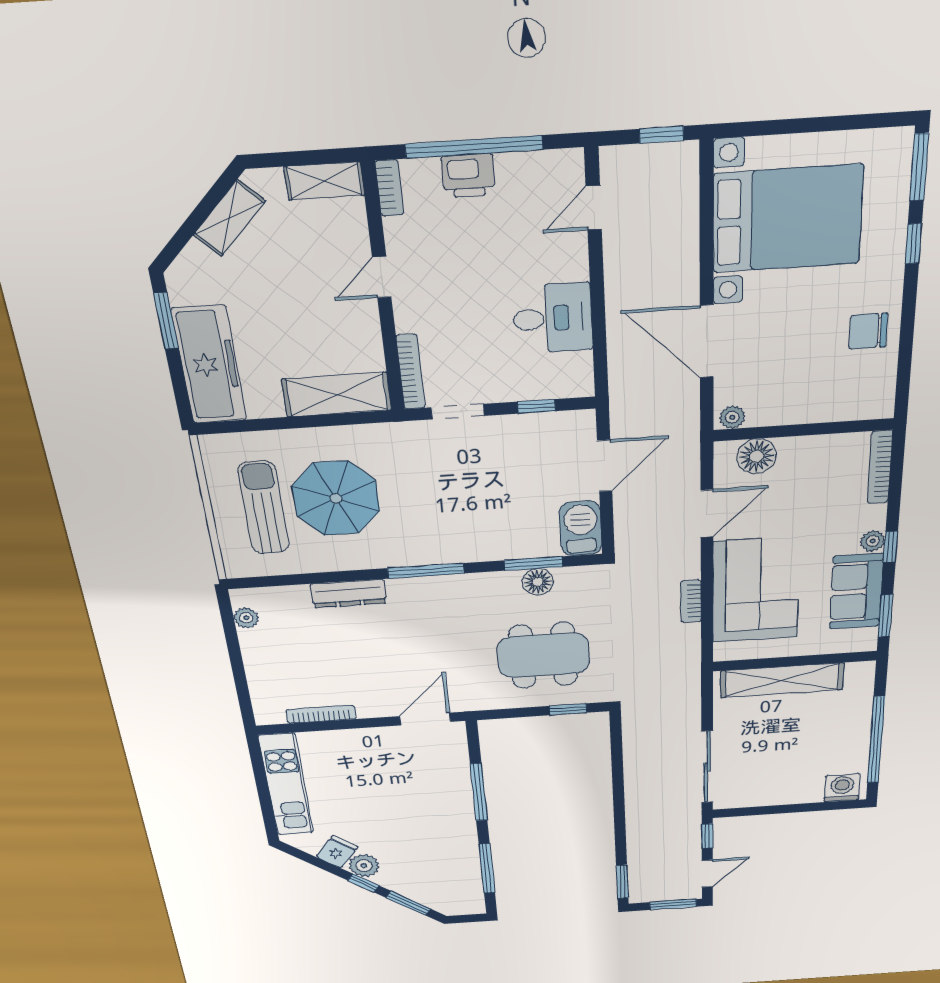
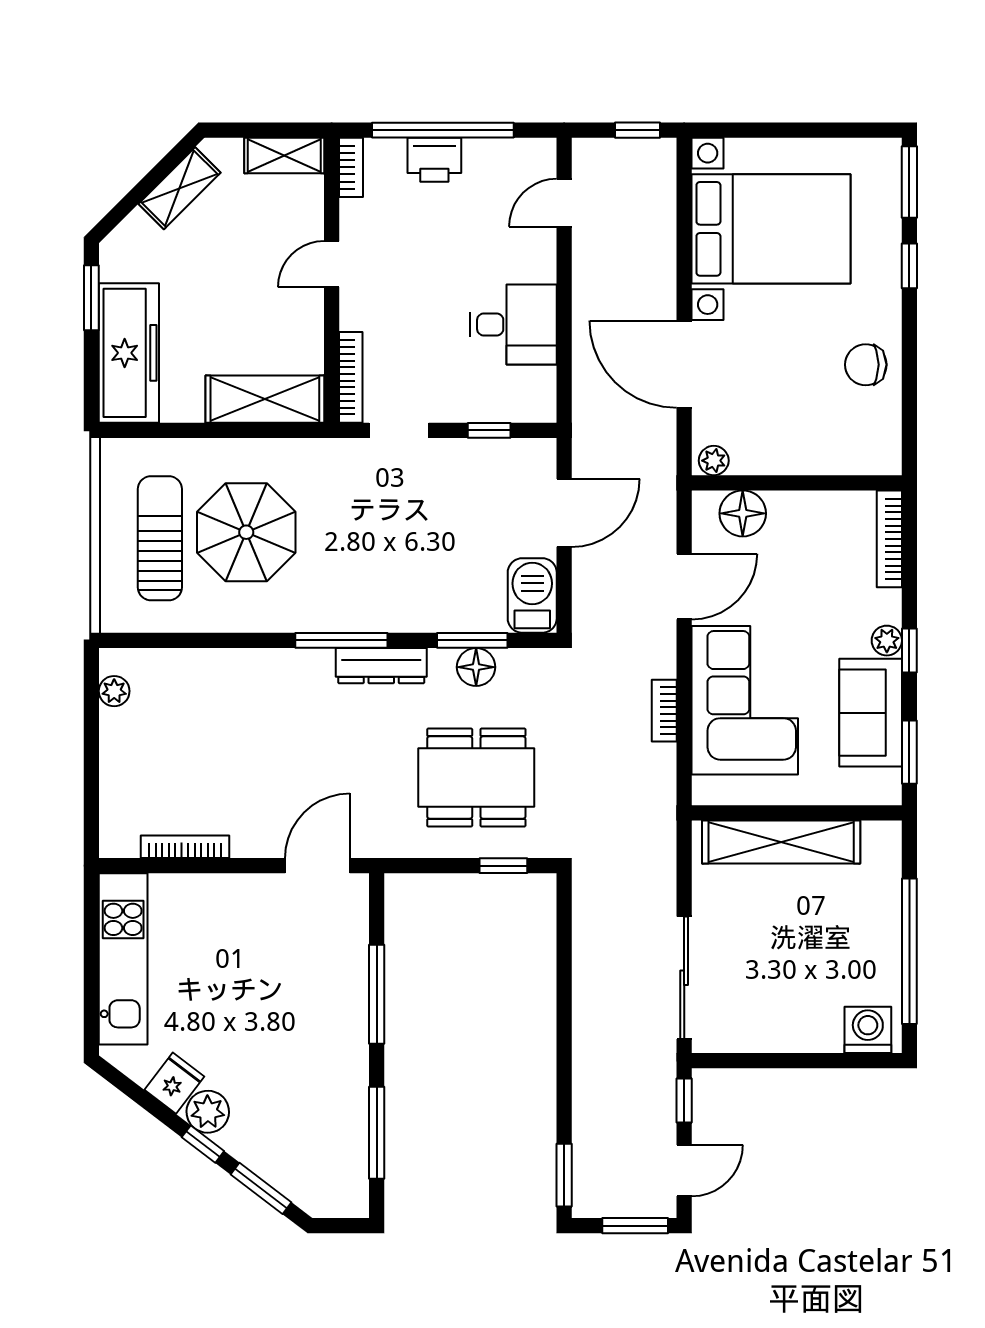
dresser: (349, 594) -> (381, 666), moved

